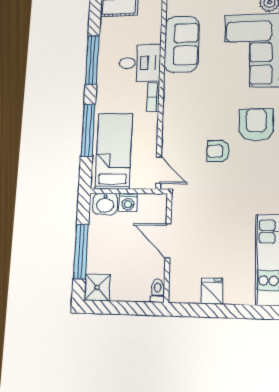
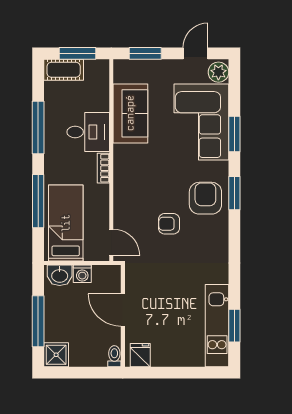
fridge: (212, 291) -> (140, 355), moved

